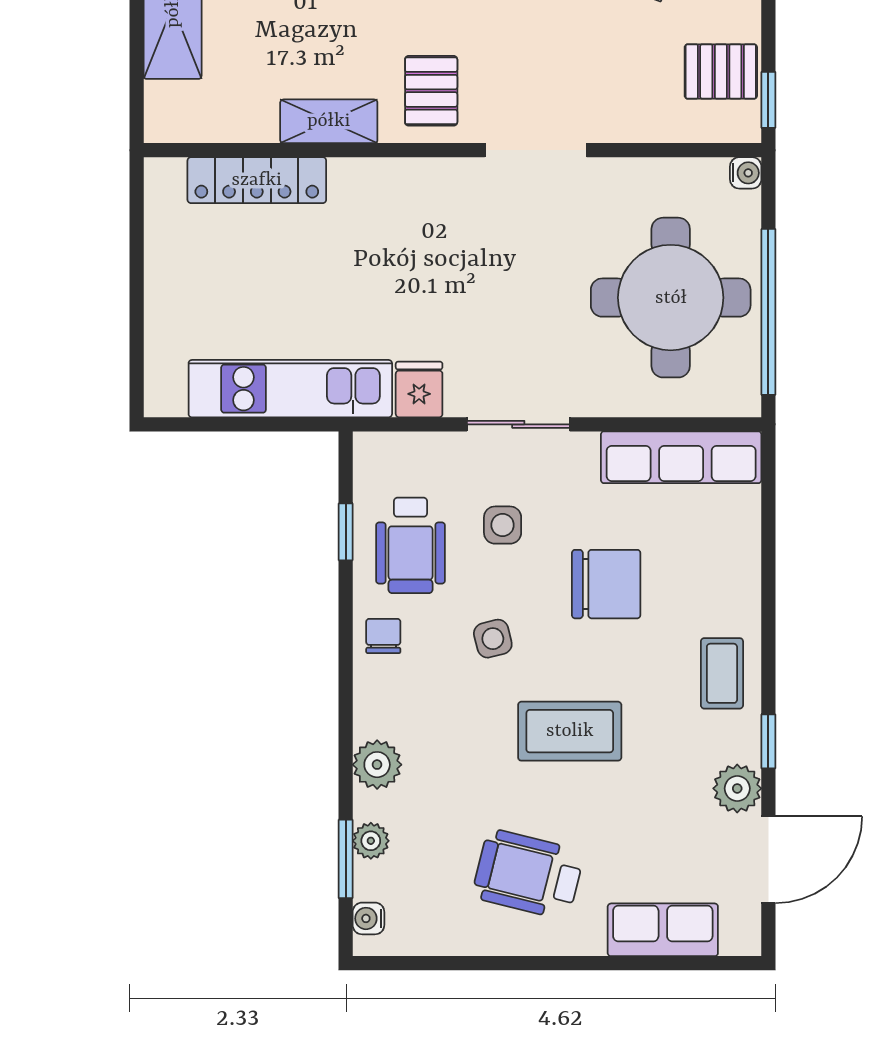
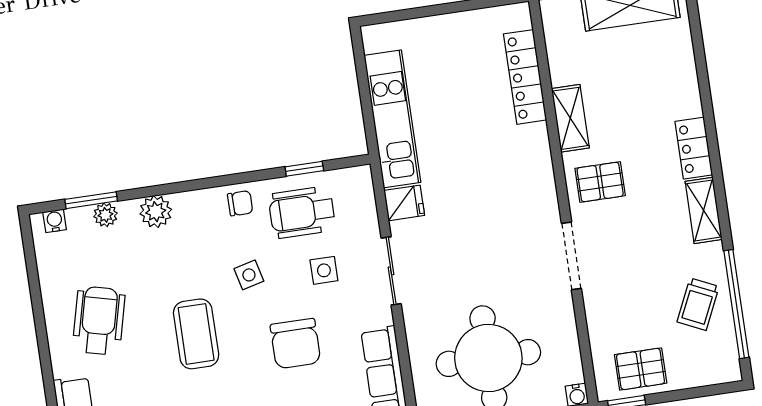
pallet: (721, 72) -> (641, 369), turned 90

